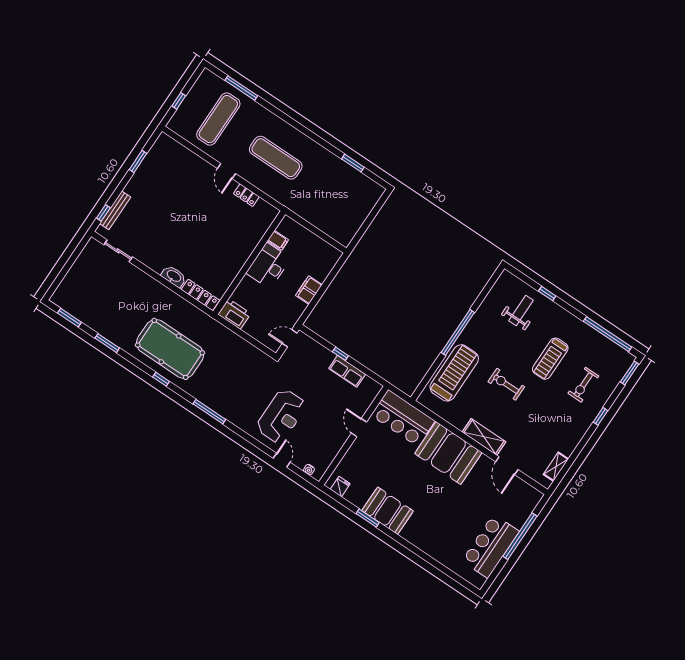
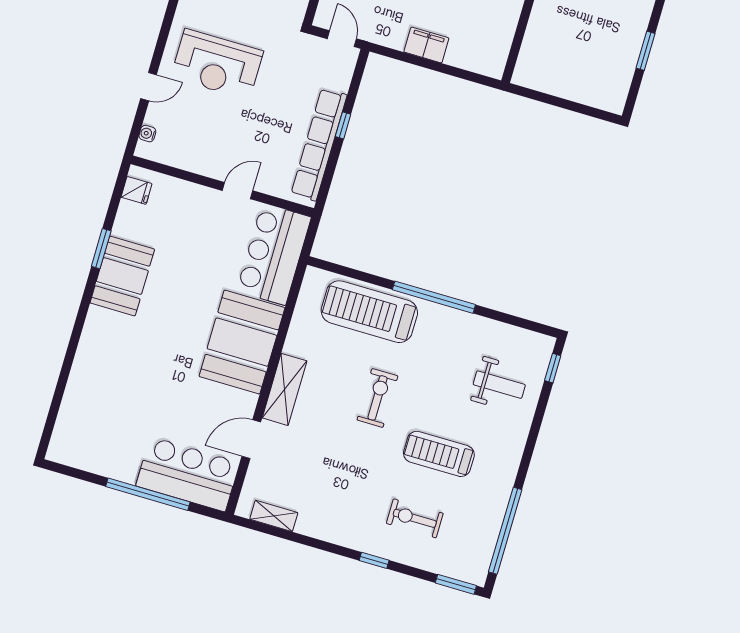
window: (547, 294) -> (553, 368), moved
row of seats: (347, 371) -> (319, 144), width x2.02
treadmill: (454, 373) -> (369, 312), turned 180
bar counter: (491, 546) -> (188, 474), moved

